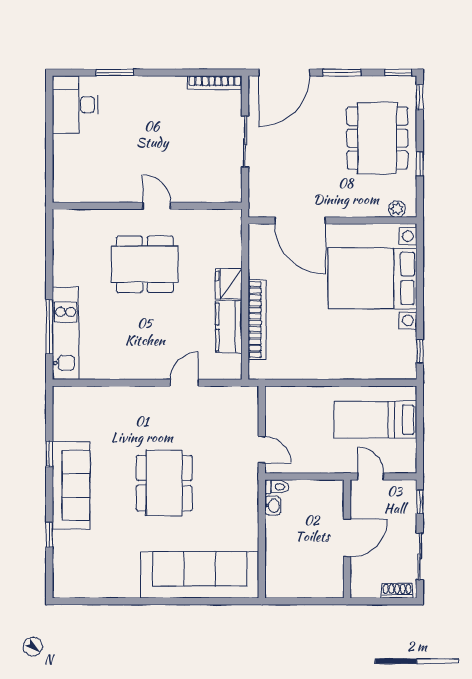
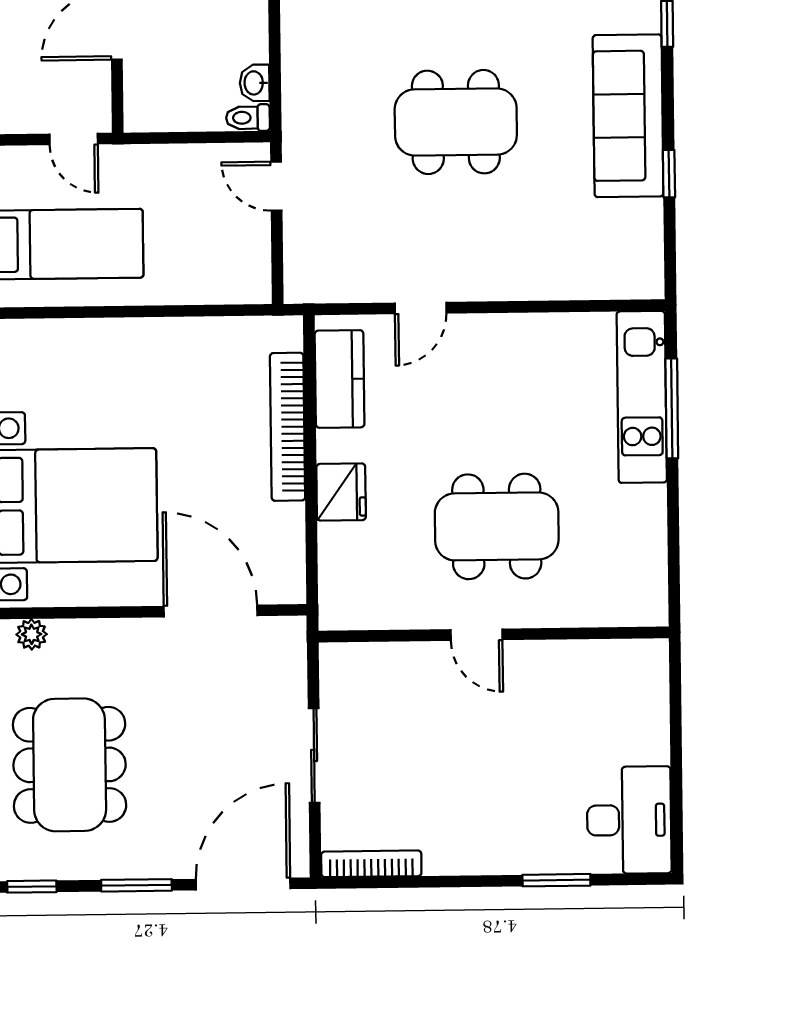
kitchen counter: (229, 327) -> (340, 379), moved
dining table: (164, 483) -> (456, 122), turned 90

